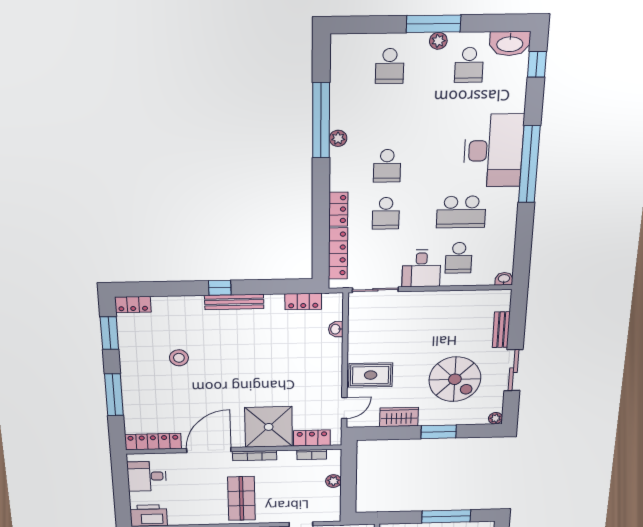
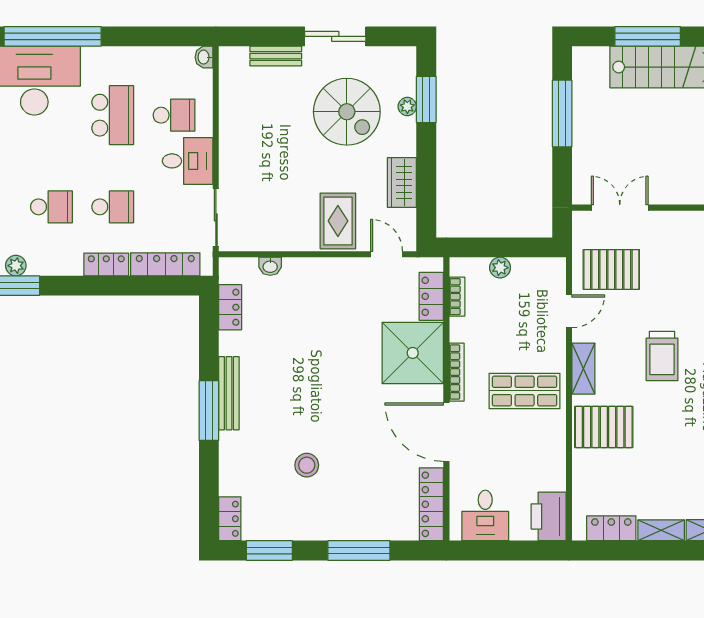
window: (220, 288) -> (209, 411), width x2.17
spiral stairs: (455, 379) -> (347, 112), turned 90
plant: (496, 418) -> (407, 107), moved
window: (439, 432) -> (426, 99), moved

